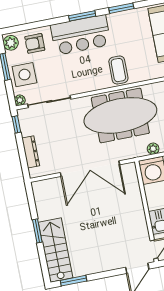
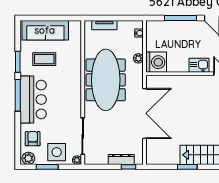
window: (82, 16) -> (18, 95), width x1.44
armchair: (35, 43) -> (33, 139), turned 180
coffee table: (118, 70) -> (44, 59), moved
window: (16, 124) -> (129, 167), moved

